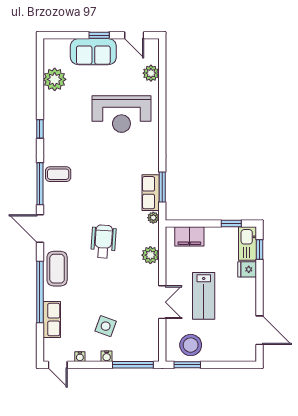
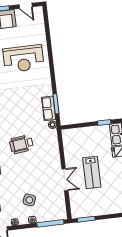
plant: (151, 73) -> (40, 29), removed
filing cabinet: (189, 236) -> (78, 134), removed
wheelchair: (103, 241) -> (21, 144), turned -101
plant: (150, 255) -> (53, 150), removed
stool: (191, 345) -> (87, 206), removed

